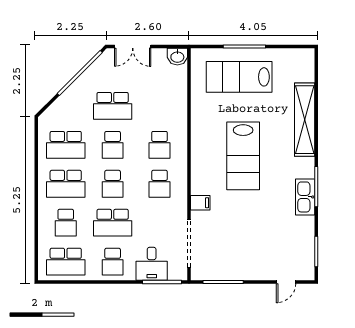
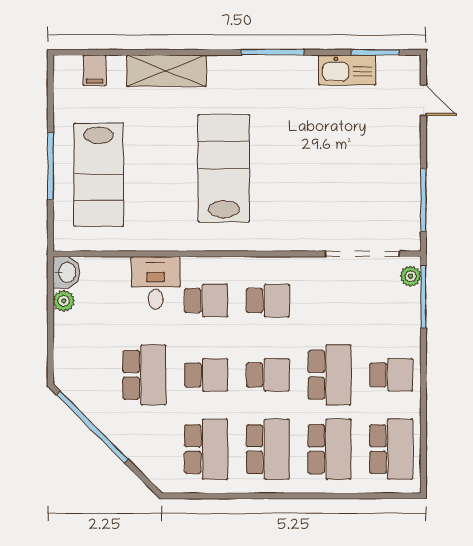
double door: (133, 46) -> (50, 343), removed
plant: (159, 55) -> (64, 301), added
shelving: (305, 120) -> (166, 71), width x0.68
lab bench: (243, 156) -> (224, 168), turned -90
kitchen sink: (305, 197) -> (347, 70), moved
filing cabinet: (200, 203) -> (95, 70), moved, turned 180
school desk: (66, 223) -> (329, 449), width x1.85
desk: (152, 264) -> (156, 283), moved, turned -90
plant: (175, 274) -> (410, 276), added

